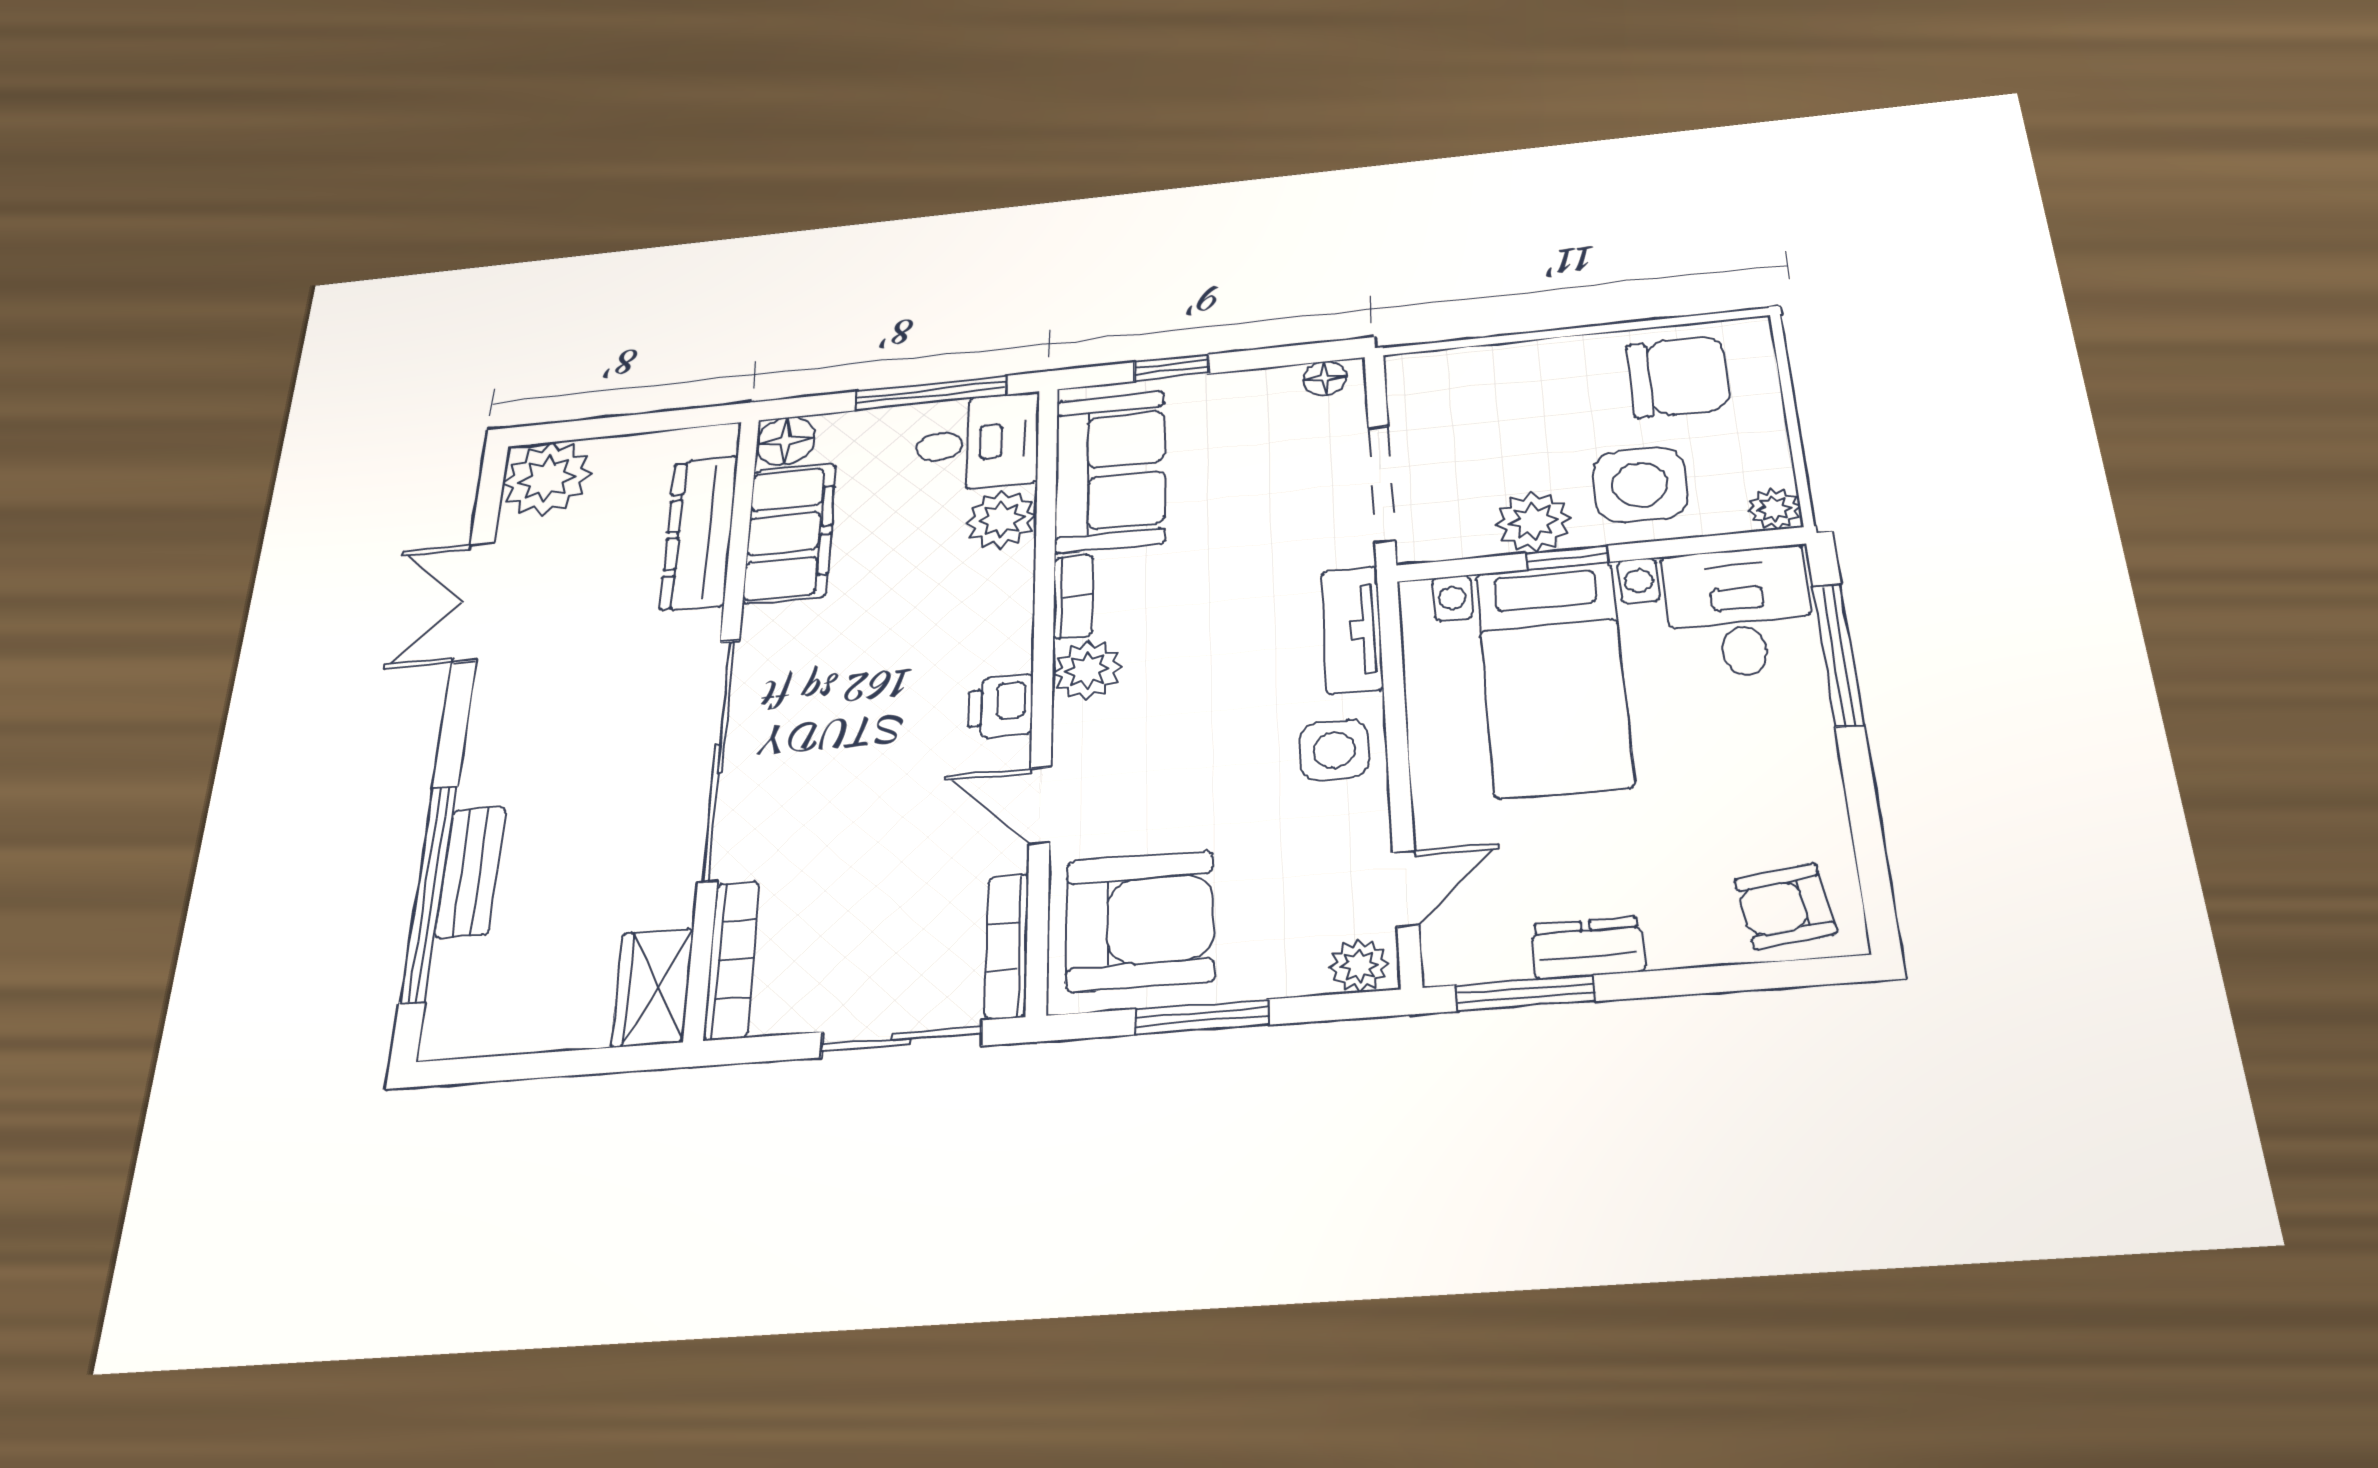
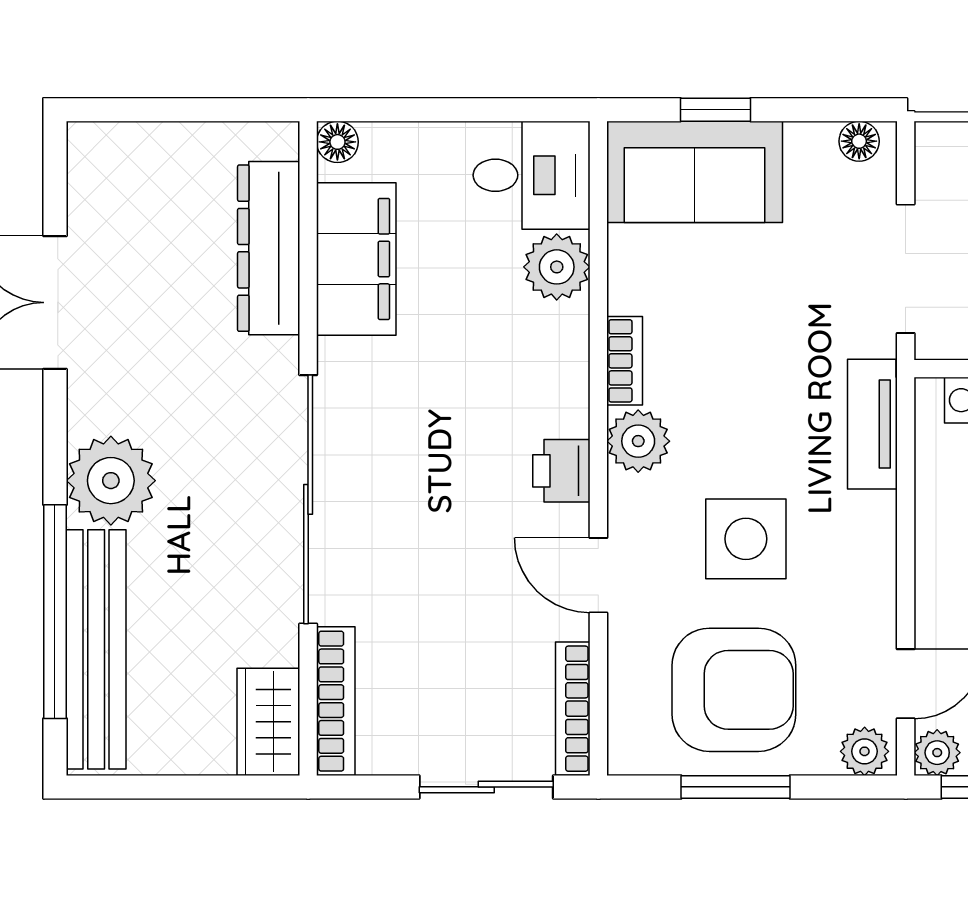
window: (931, 393) -> (485, 110), removed
floor lamp: (786, 441) -> (337, 142), width x0.73, depth x0.73
sofa: (1110, 471) -> (695, 172), moved, turned 90
plant: (547, 479) -> (111, 481), moved
side table: (1334, 750) -> (746, 539), moved, width x1.37, depth x1.37
bench: (471, 872) -> (96, 649), width x1.86, depth x1.21
armchair: (1140, 921) -> (734, 690), moved
plant: (1449, 960) -> (937, 753), added

